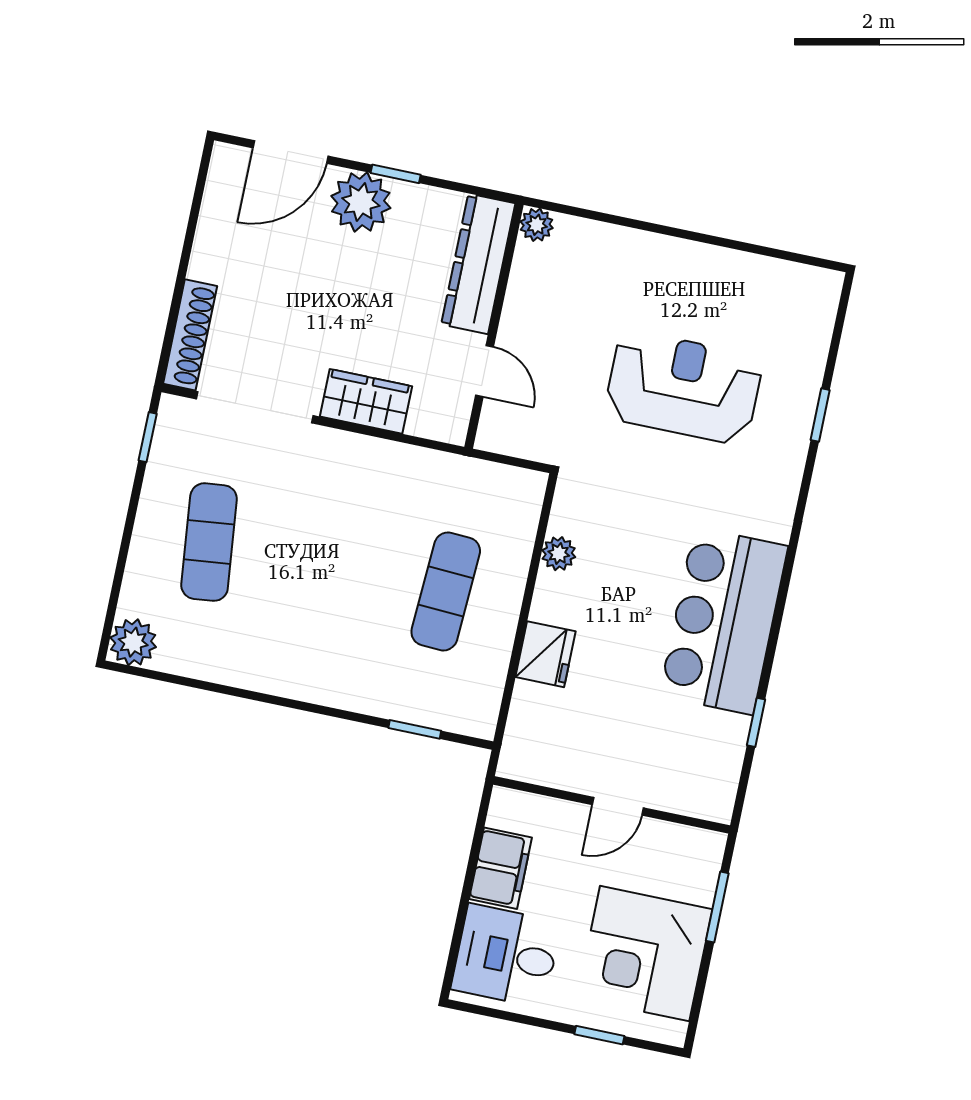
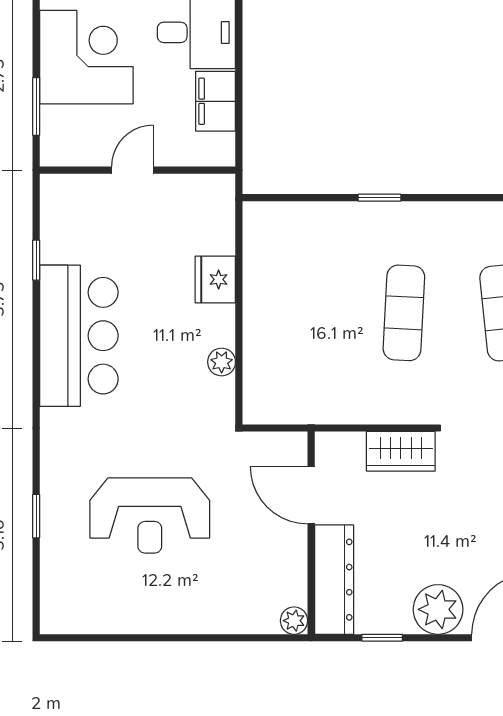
window: (396, 174) -> (382, 638), moved
door: (485, 371) -> (311, 495), width x1.38
exercise mat: (446, 592) -> (404, 313), moved
window: (415, 729) -> (380, 198), moved

